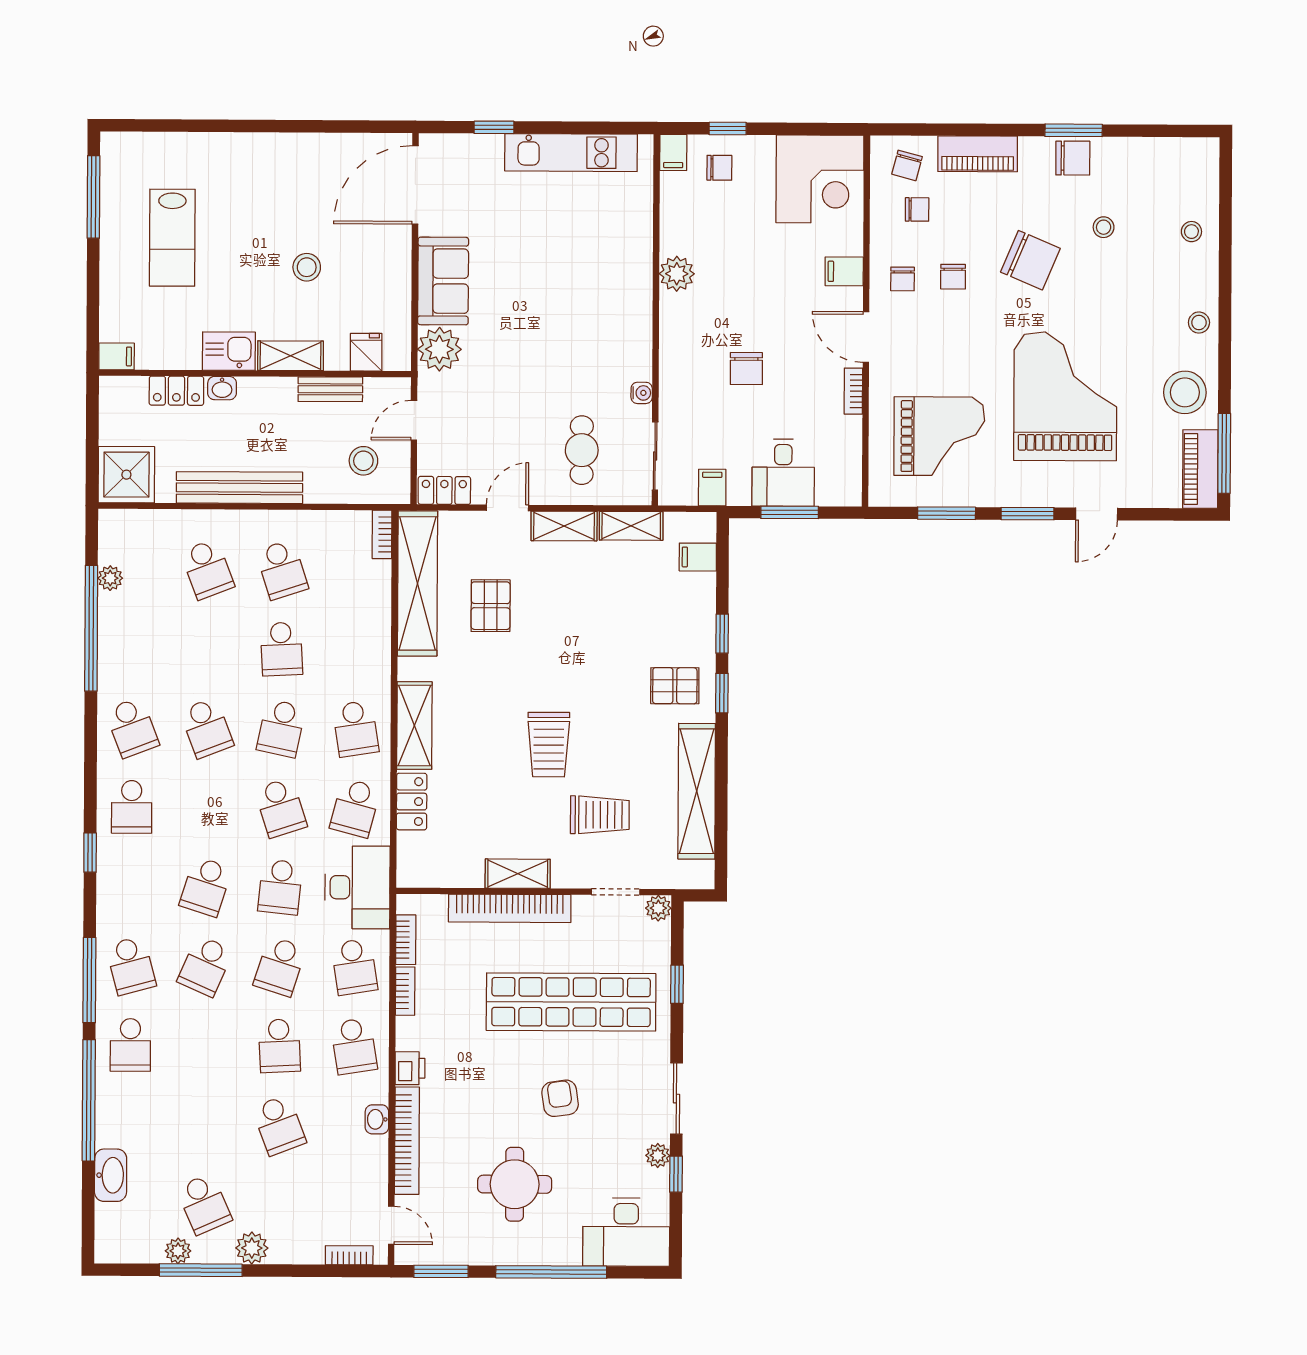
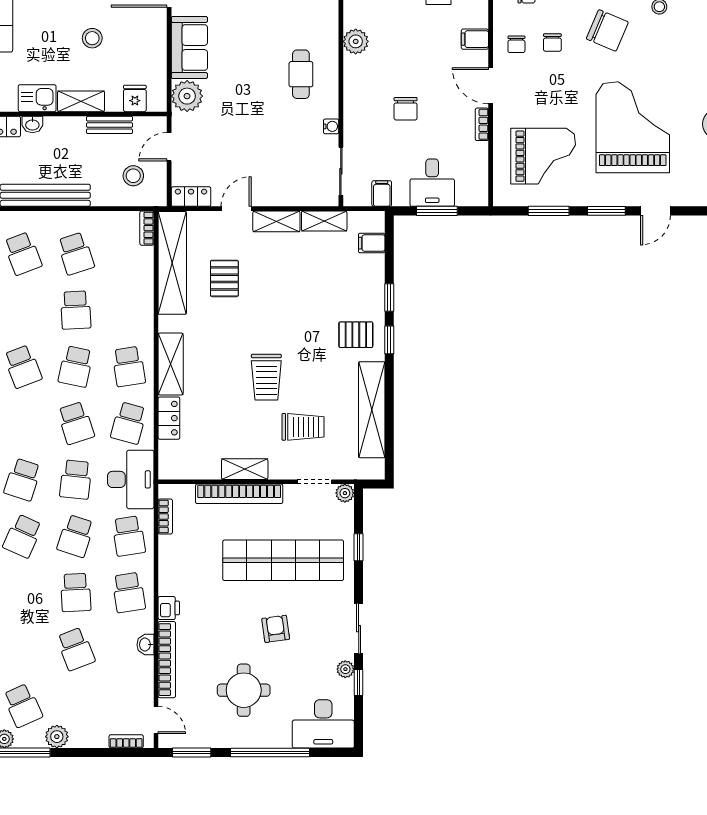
cafe table: (582, 450) -> (301, 74), moved
bookcase: (405, 991) -> (165, 553), removed

